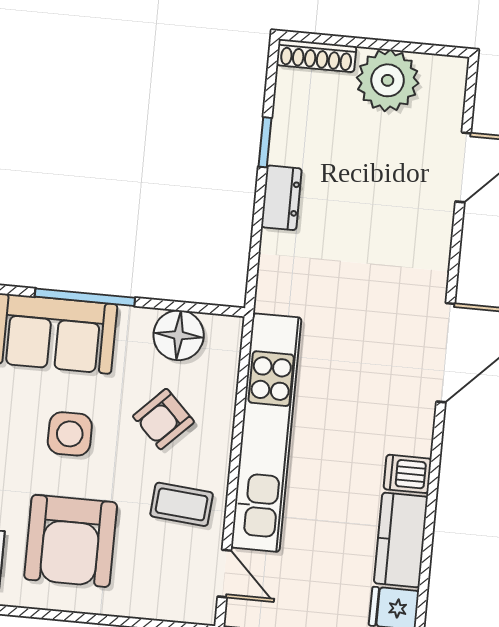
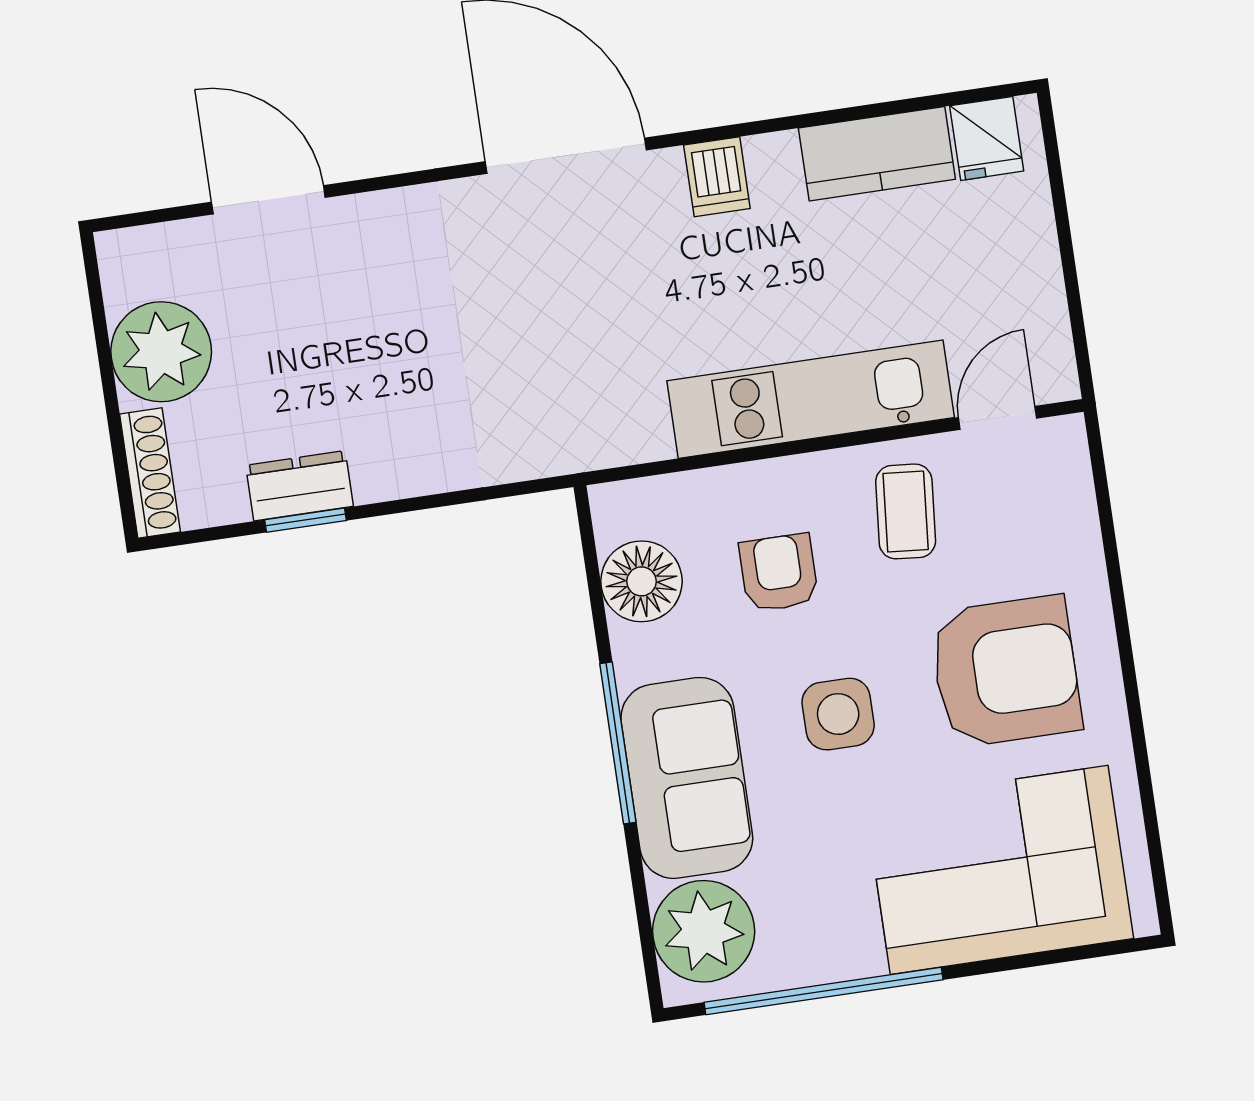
dresser: (281, 198) -> (300, 486), moved
armchair: (163, 419) -> (779, 573), turned -135
kitchen unit: (266, 433) -> (811, 399), width x0.73
dishwasher: (408, 474) -> (717, 177), moved

